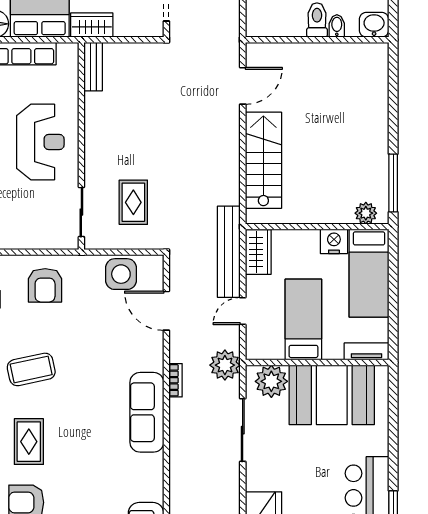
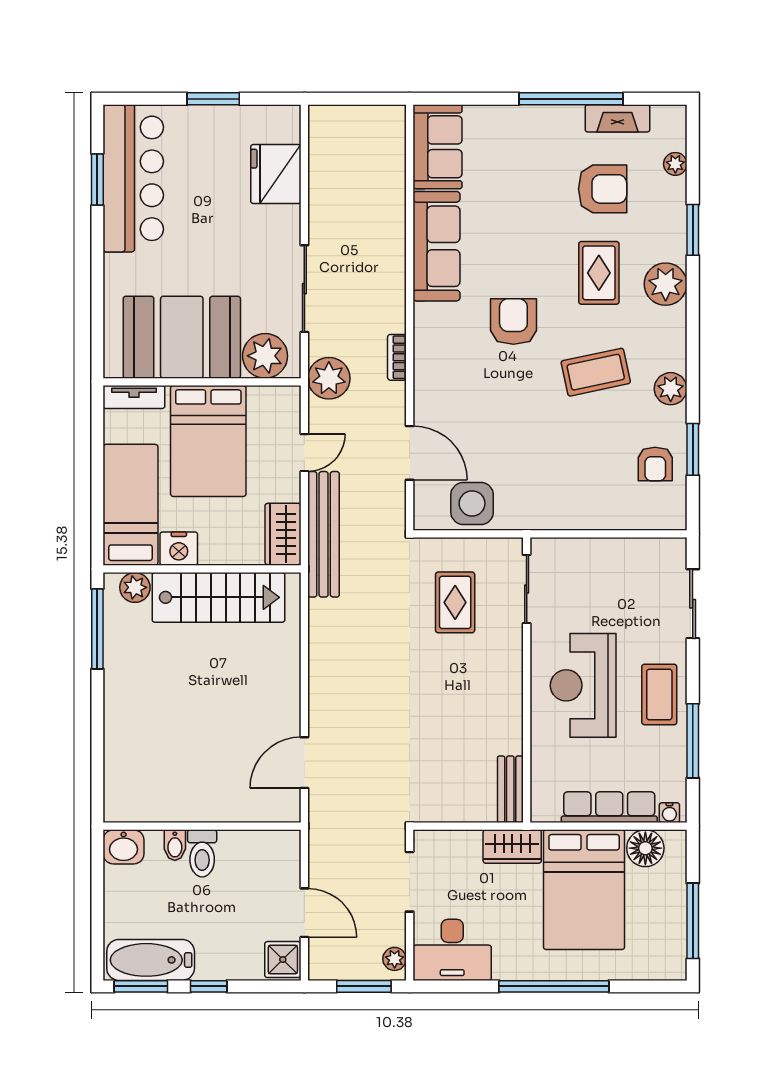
stairs: (263, 160) -> (218, 597), moved, turned -90
armchair: (45, 285) -> (513, 322), moved
bed: (303, 320) -> (208, 441), width x1.50
sofa: (147, 412) -> (436, 246), moved

